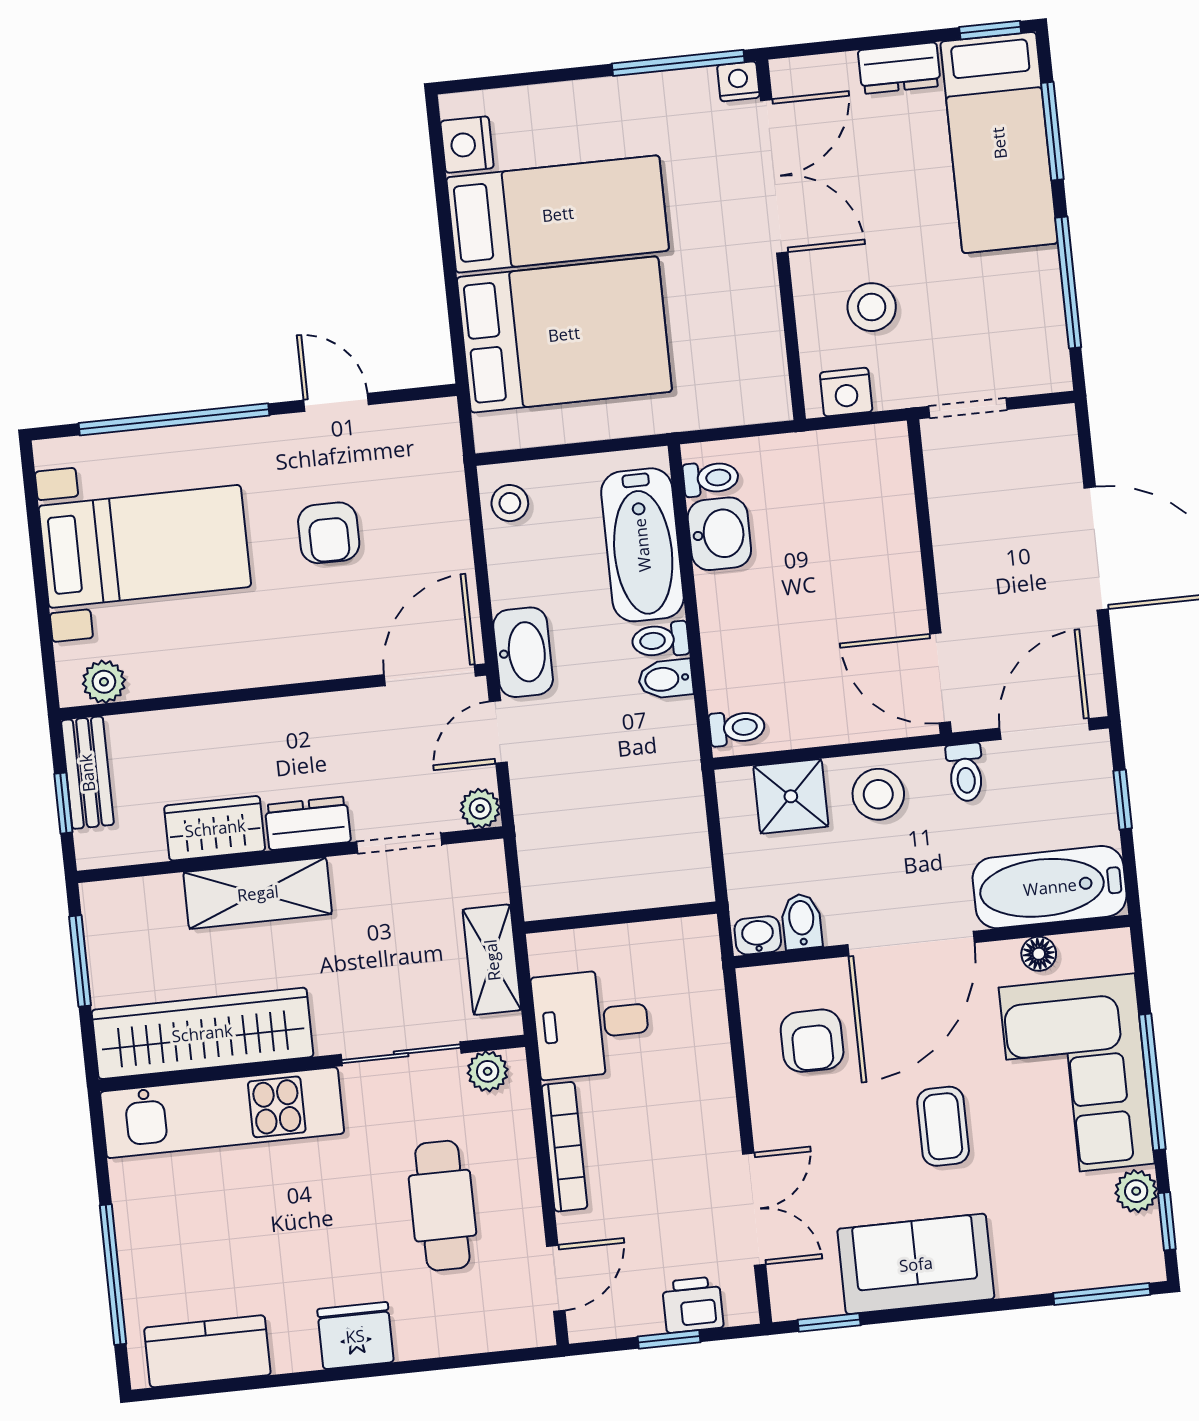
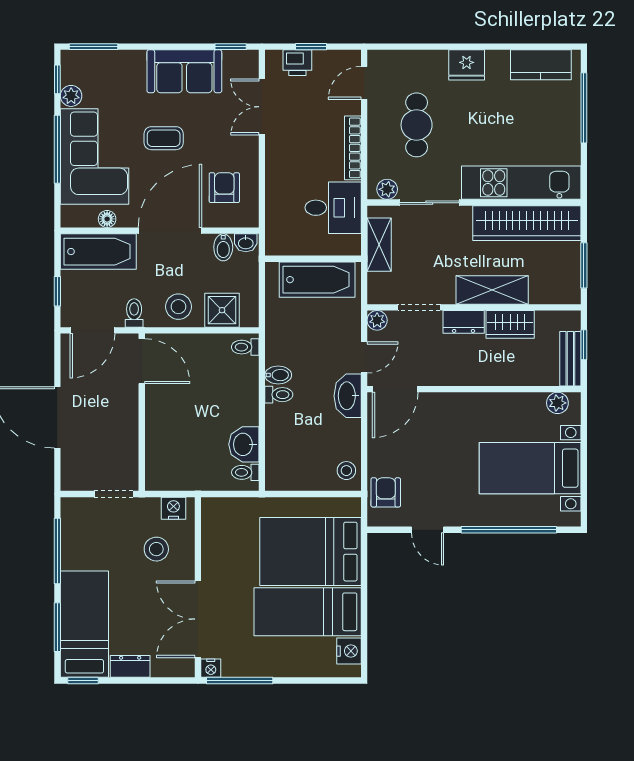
armchair: (329, 533) -> (386, 492), moved
bathtub: (642, 545) -> (317, 280), moved, turned 90
coffee table: (943, 1126) -> (164, 138), turned 90

